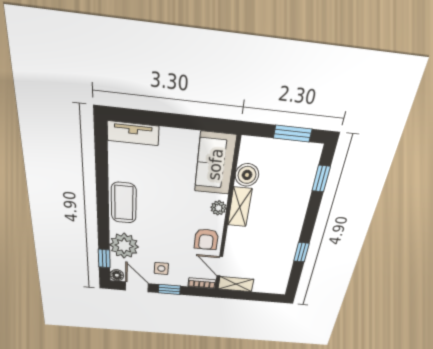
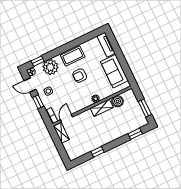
sofa: (215, 164) -> (114, 71), moved, turned -90
armchair: (206, 239) -> (80, 76), moved
door: (137, 287) -> (30, 85), swing flipped

